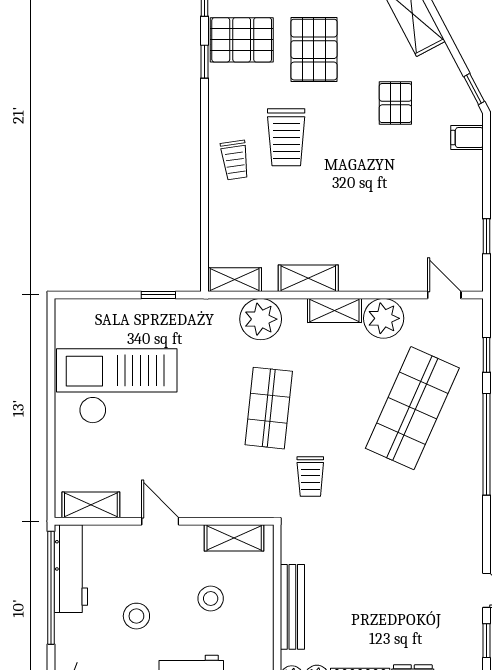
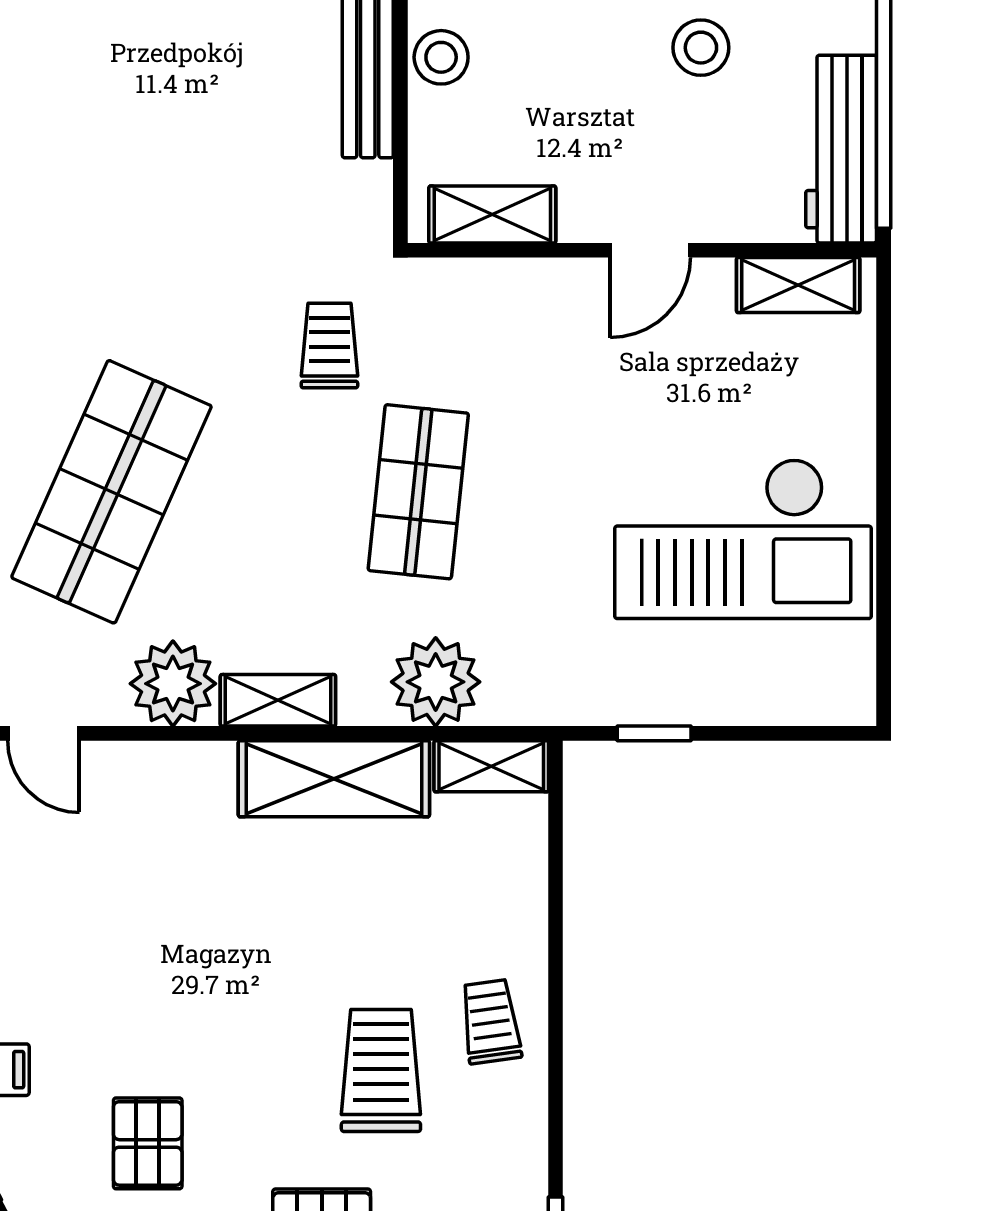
shelving: (308, 278) -> (334, 779), width x1.50, depth x1.33
door: (160, 521) -> (650, 250), hinge flipped
stool: (211, 599) -> (441, 57), moved

